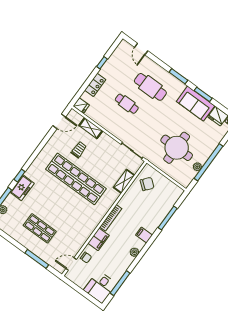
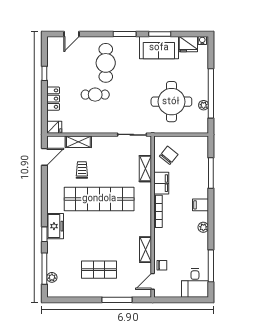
door: (141, 49) -> (71, 34), hinge flipped
cafe table: (150, 87) -> (106, 63), turned 90
freezer: (22, 188) -> (55, 226), moved
shelving: (82, 238) -> (145, 250), added
filing cabinet: (99, 239) -> (161, 183), moved

